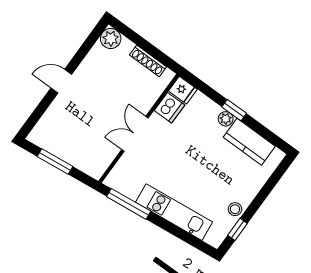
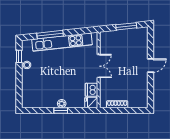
plant: (111, 38) -> (142, 102), removed
kitchen counter: (249, 142) -> (43, 101), removed
window: (129, 204) -> (50, 35), moved
kitchen unit: (174, 212) -> (62, 42), width x1.36

